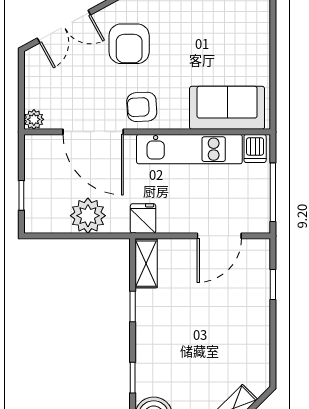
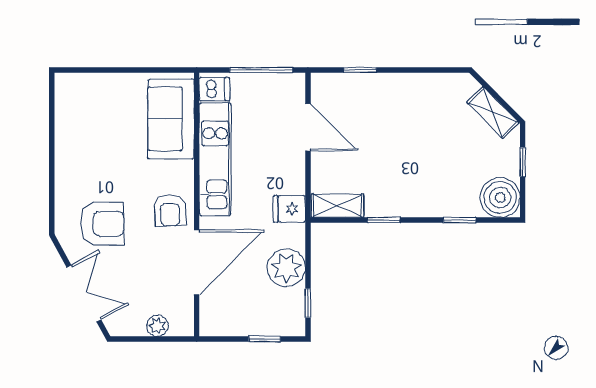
plant: (34, 119) -> (157, 326), moved
window: (55, 236) -> (308, 303), added

